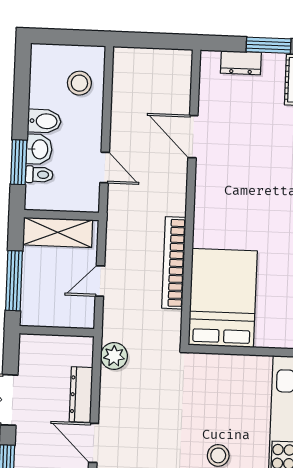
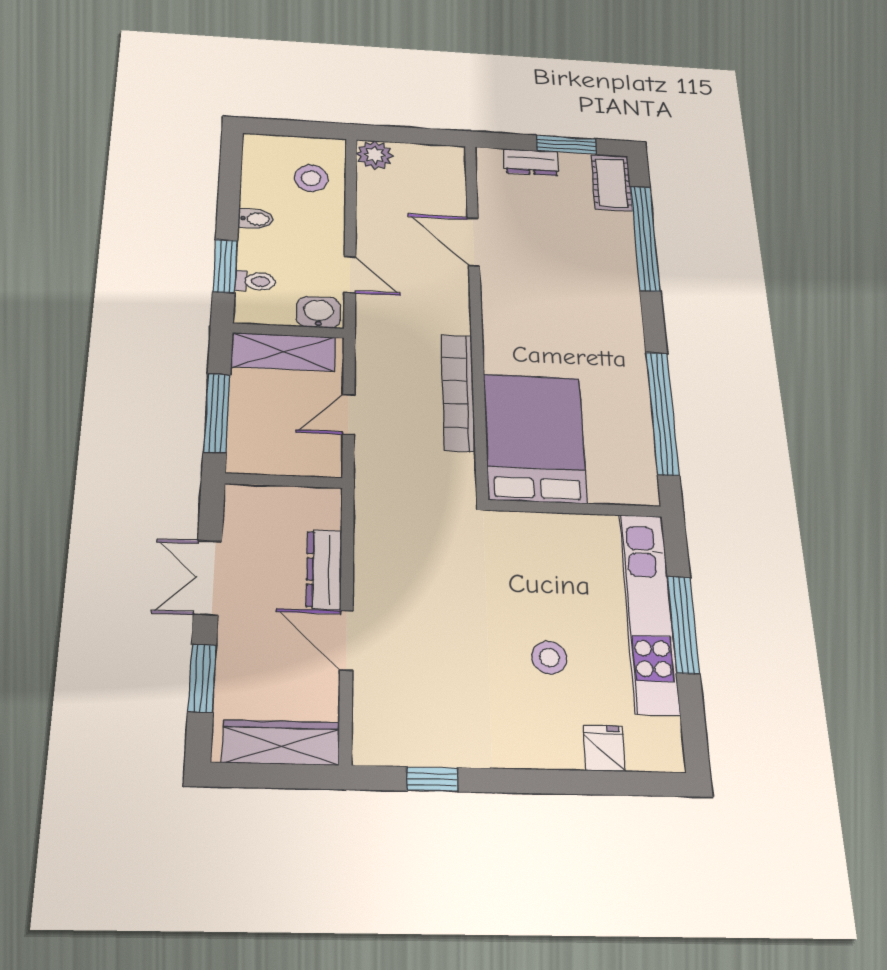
bidet: (44, 121) -> (256, 219), width x0.72, depth x0.74
washbasin: (39, 149) -> (319, 312), moved, turned -90
plant: (114, 356) -> (375, 155), moved

